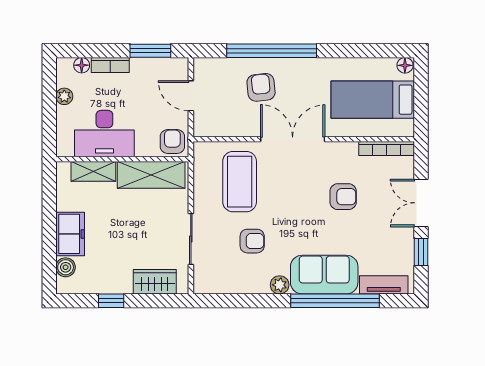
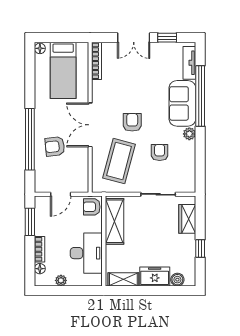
shelving: (93, 171) -> (123, 279), moved, turned 90
coffee table: (240, 182) -> (119, 161), turned -75
armchair: (343, 197) -> (132, 122), moved

